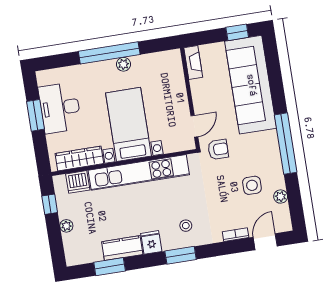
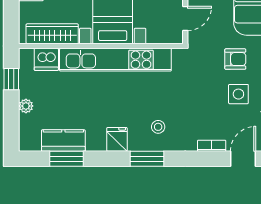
armchair: (218, 149) -> (235, 59), moved
kitchen counter: (122, 248) -> (63, 140), moved

